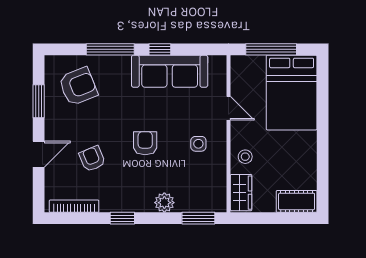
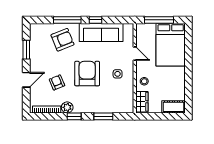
armchair: (78, 86) -> (63, 40), moved
armchair: (145, 143) -> (87, 74), width x1.88, depth x1.88
plant: (164, 203) -> (67, 107), moved
window: (198, 218) -> (103, 116), moved

